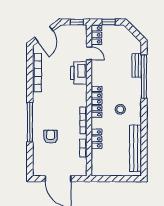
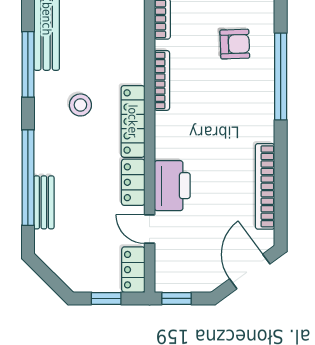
window: (144, 128) -> (28, 64), added
armchair: (51, 137) -> (235, 44), turned -92
locker: (96, 139) -> (133, 182), moved

